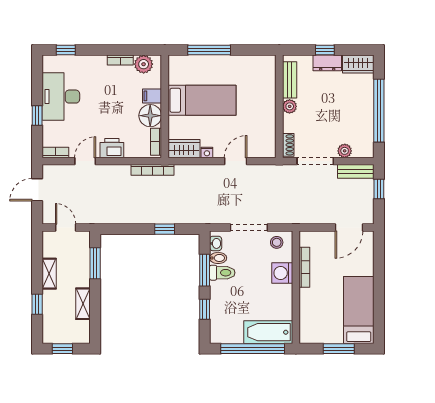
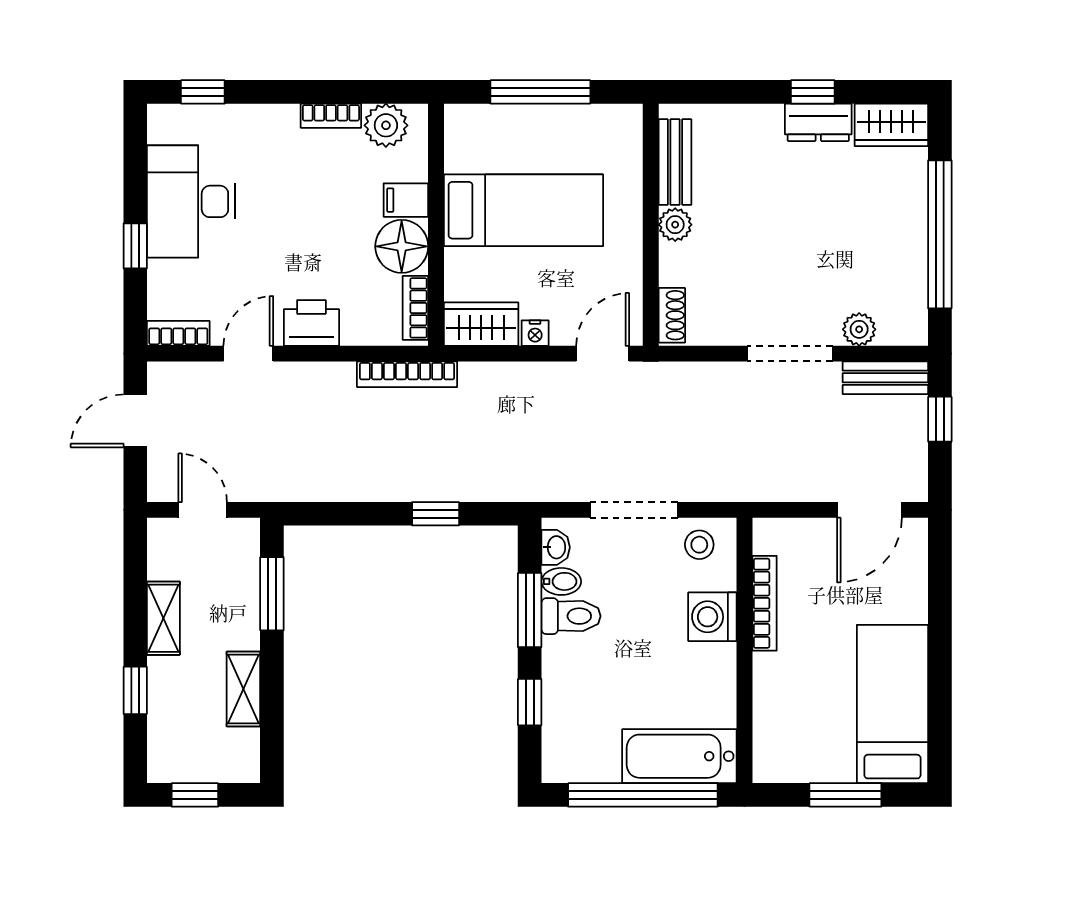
bench: (290, 80) -> (675, 162), moved
wall: (279, 106) -> (651, 225), moved
plant: (290, 106) -> (675, 225), moved
shoe rack: (288, 145) -> (672, 315), moved

